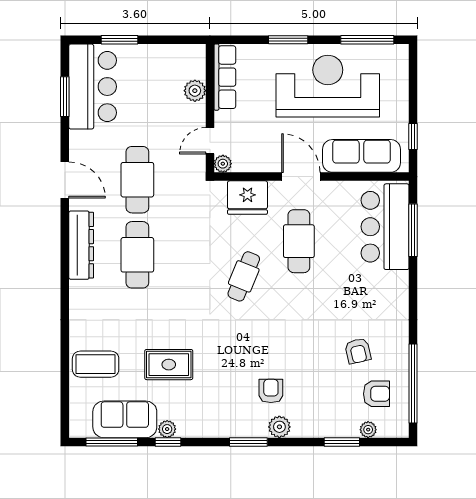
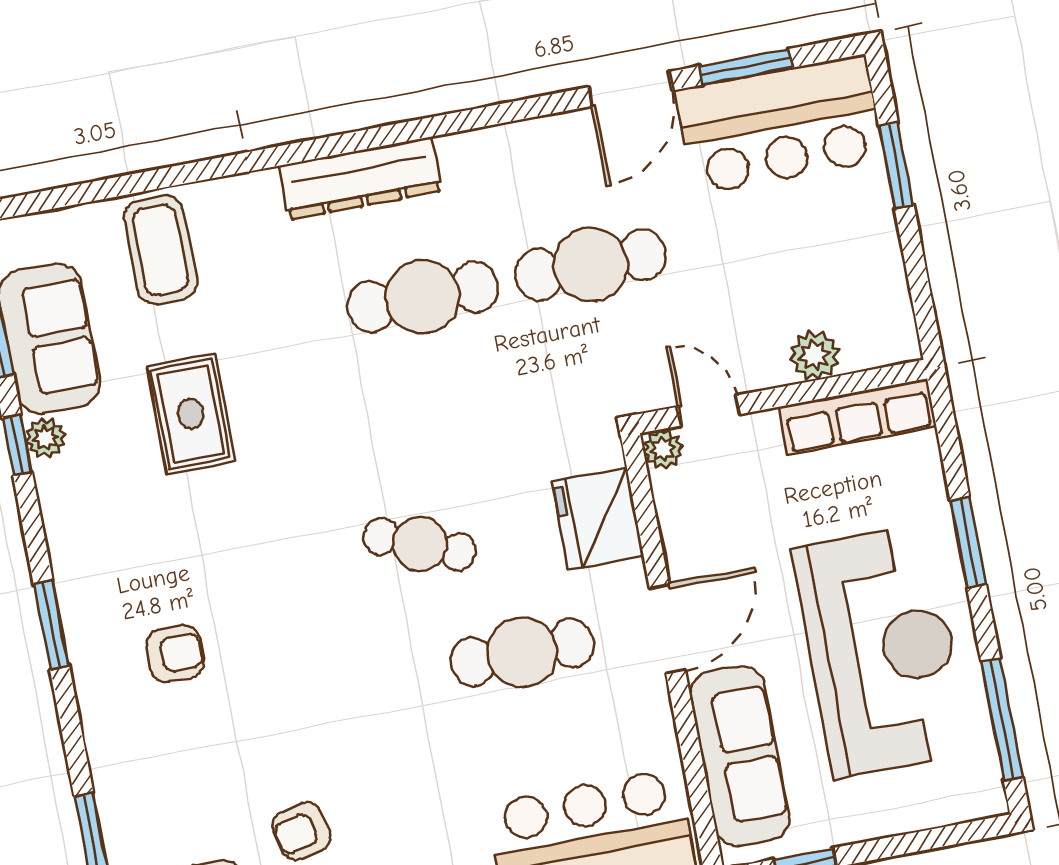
door: (65, 180) -> (630, 89), moved
dresser: (81, 245) -> (360, 178), moved
plant: (279, 427) -> (98, 688), removed

